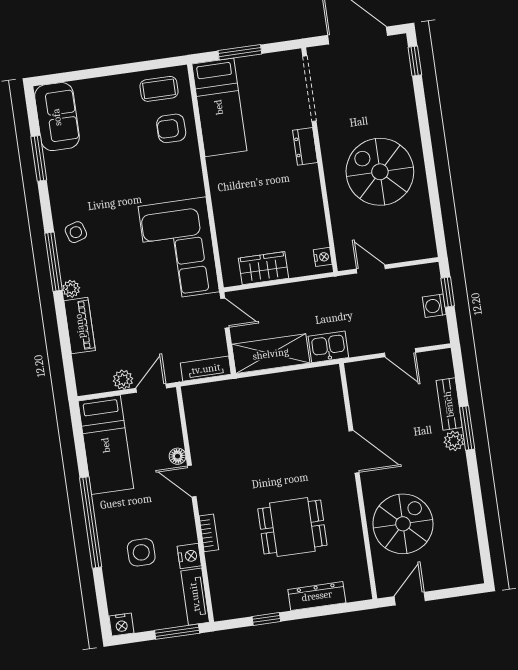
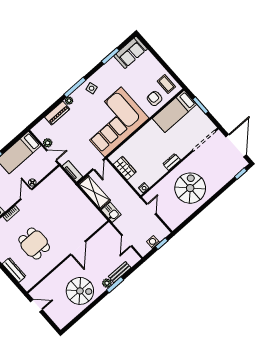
dresser: (305, 146) -> (172, 162), moved
corner sofa: (179, 249) -> (113, 122), width x1.36, depth x1.36
spiral stairs: (403, 524) -> (80, 291), moved

